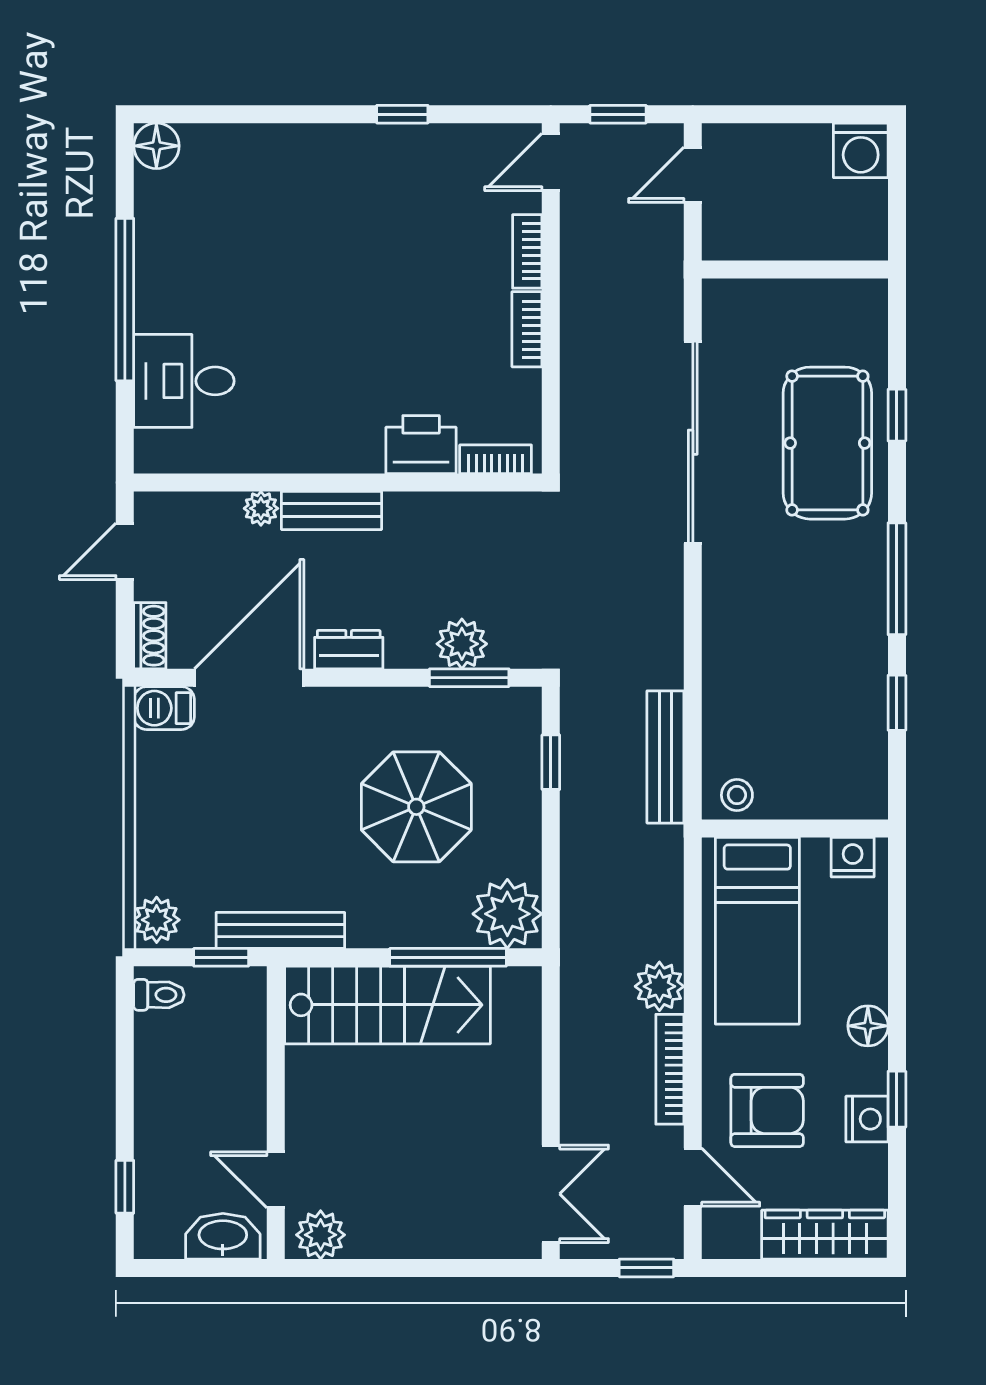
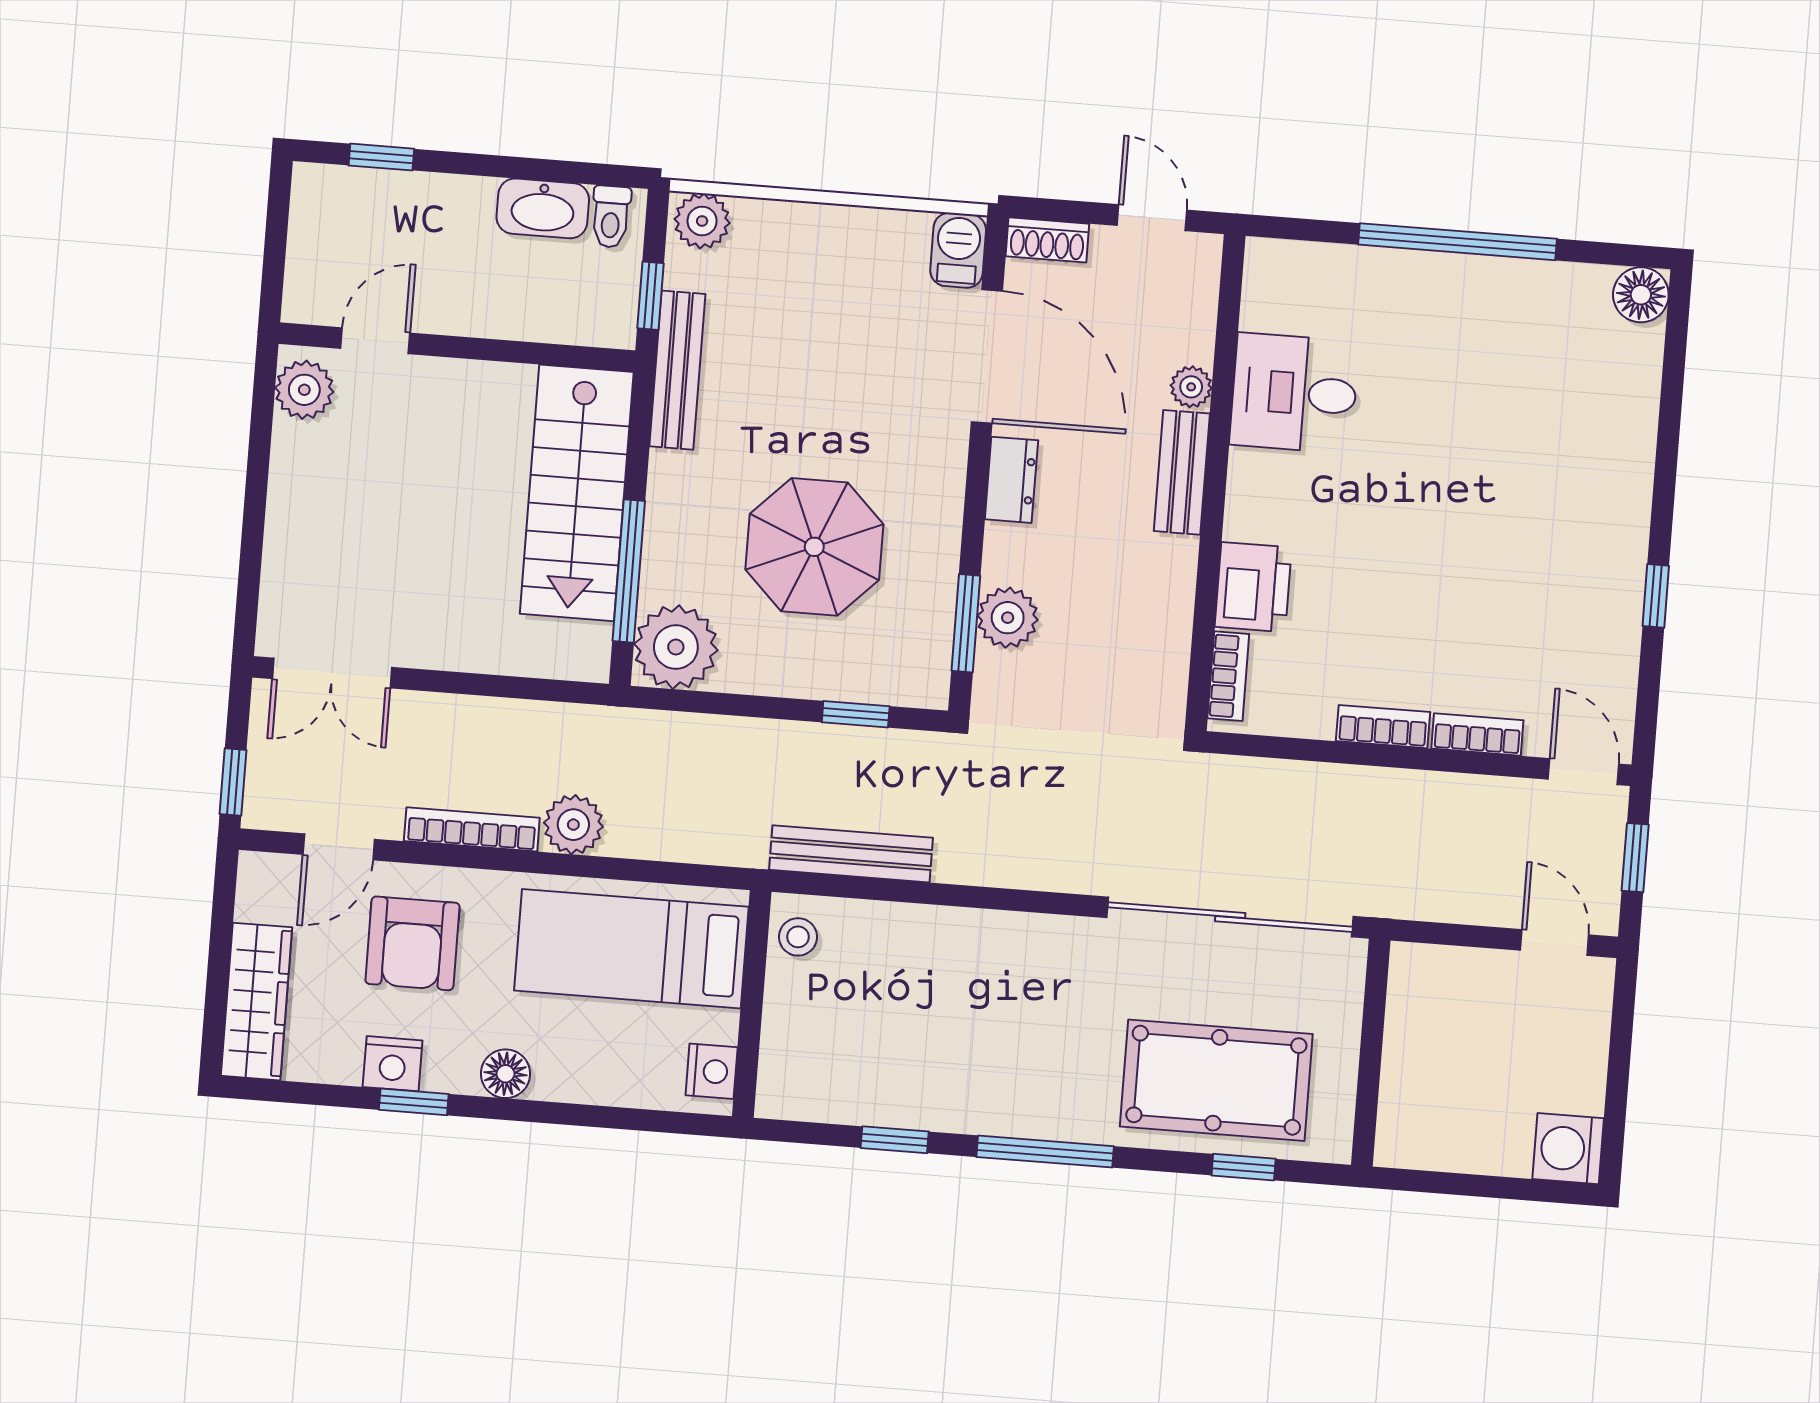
wall: (795, 270) -> (1371, 1053), moved
desk: (184, 381) -> (1294, 393), moved, turned -90
washbasin: (223, 1236) -> (543, 208), moved, turned 90

